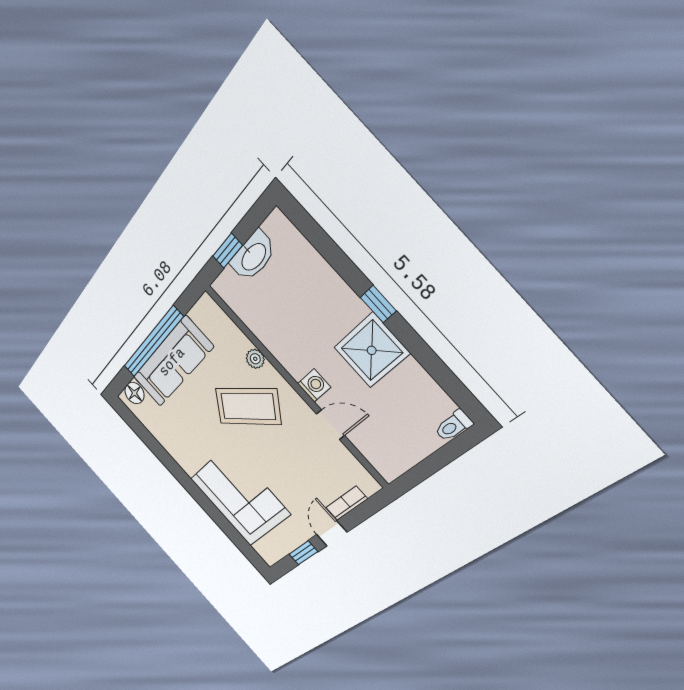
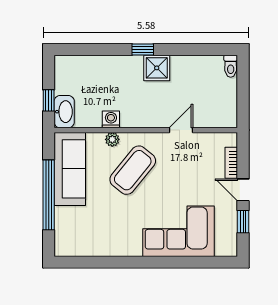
washbasin: (253, 256) -> (64, 112), moved
shower: (372, 350) -> (157, 68), width x0.73, depth x0.73
sofa: (172, 362) -> (70, 169), moved
washing machine: (314, 386) -> (111, 119), moved
floor lamp: (134, 393) -> (63, 241), removed

